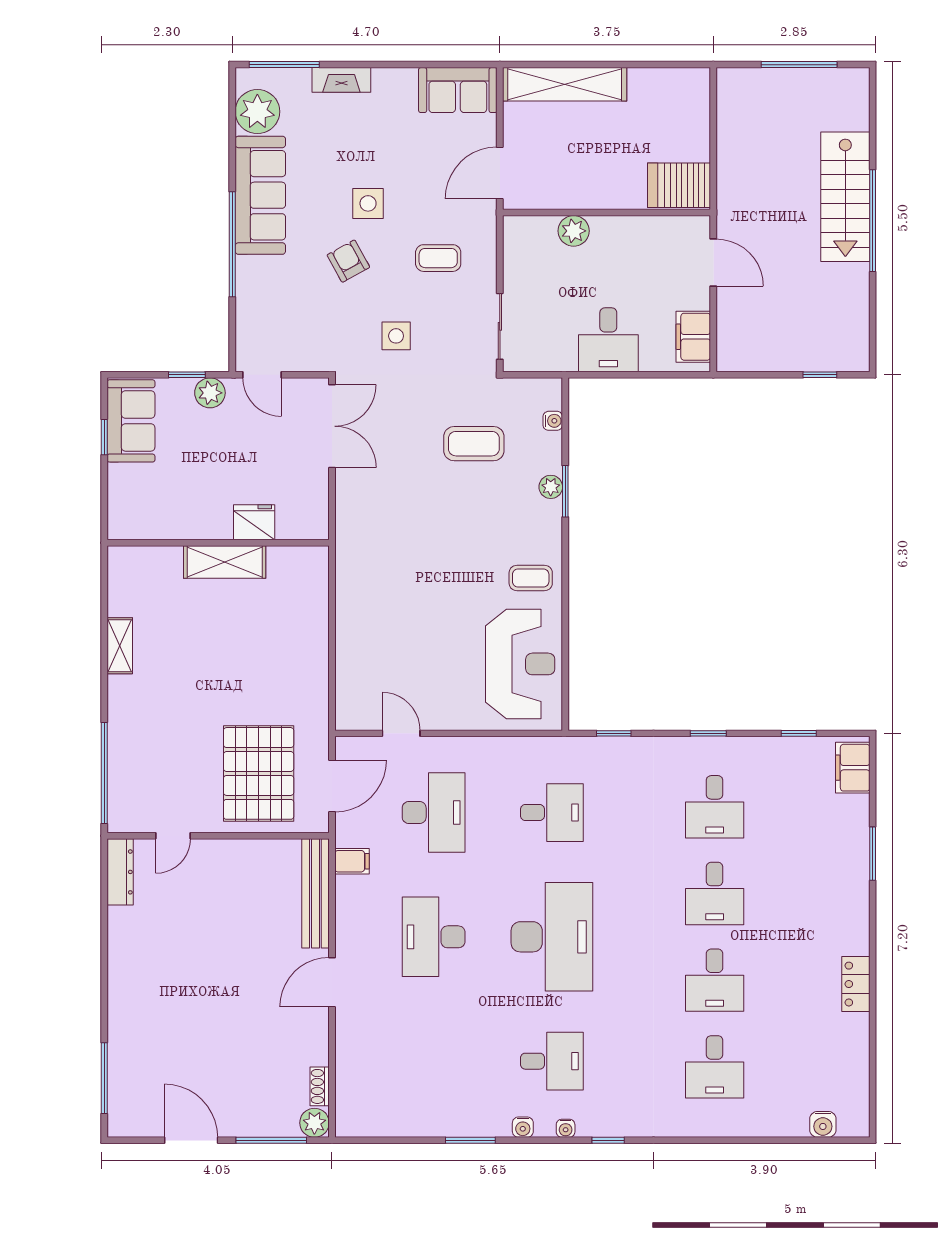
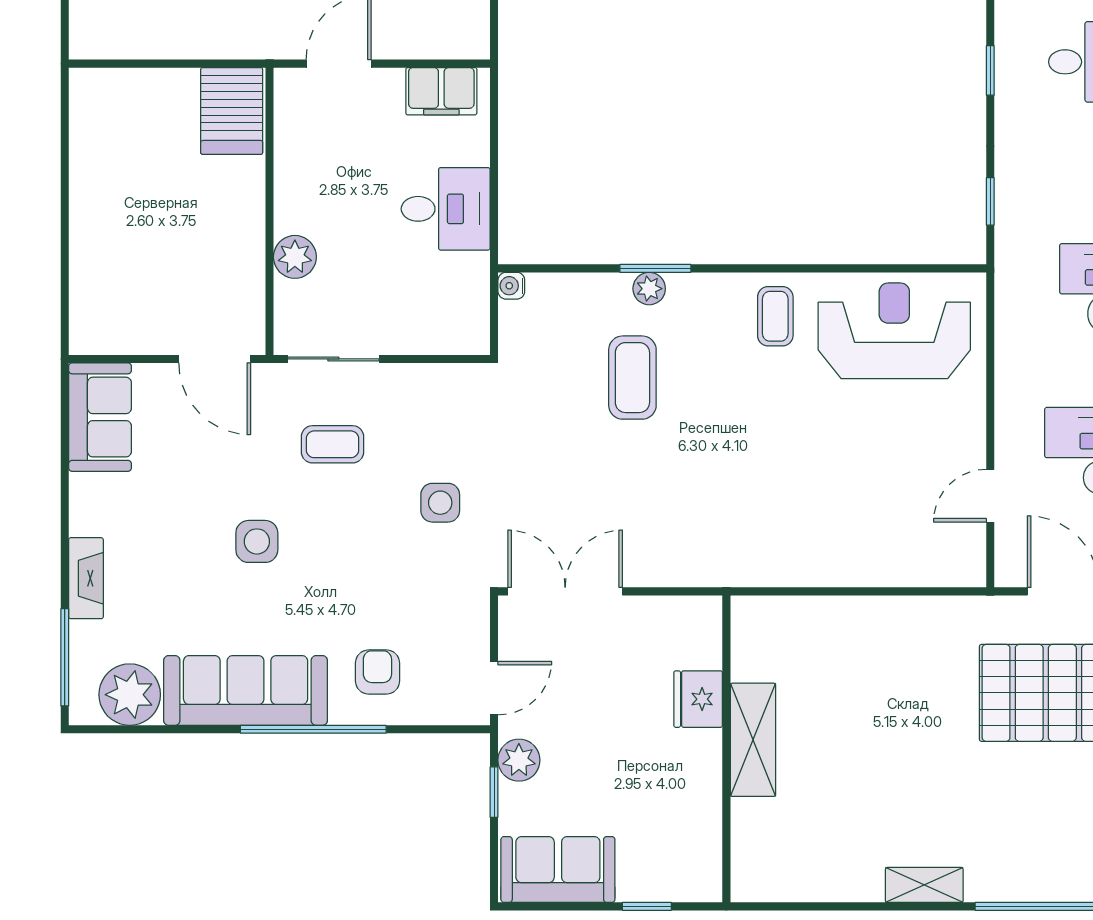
shelving: (565, 84) -> (92, 269), removed
coffee table: (438, 258) -> (332, 444), turned 90
armchair: (348, 261) -> (377, 672), moved, turned 119
sliding door: (500, 326) -> (333, 359), moved
water cooler: (553, 421) -> (511, 286), moved, turned -90
window: (104, 437) -> (647, 906), moved
coffee table: (474, 444) -> (632, 378), moved
shelving: (120, 646) -> (924, 885), moved

